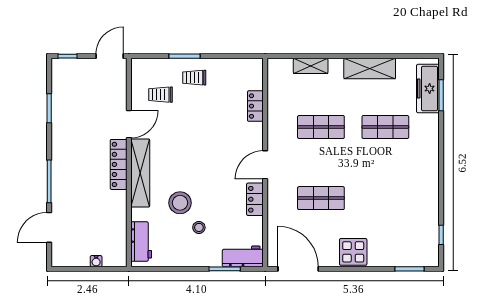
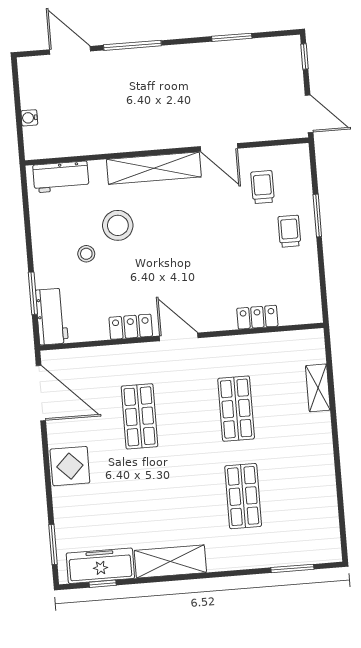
shelving: (370, 69) -> (170, 561), moved, turned 90
freezer: (428, 89) -> (100, 566), moved
locker: (119, 164) -> (163, 138), removed
door: (298, 269) -> (41, 393), hinge flipped

